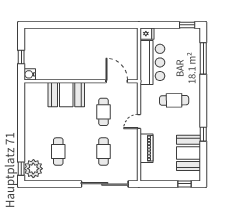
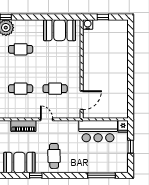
window: (187, 25) -> (131, 147), moved
booth: (66, 95) -> (60, 30), moved, turned 90
cafe table: (174, 100) -> (54, 156), moved

